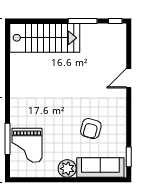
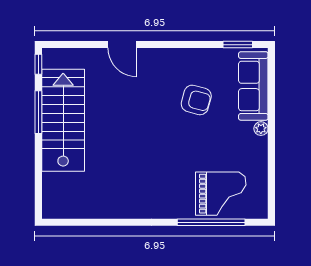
stairs: (45, 38) -> (63, 120), moved
window: (7, 139) -> (211, 222), width x1.46
plant: (67, 169) -> (261, 129), width x0.53, depth x0.53

